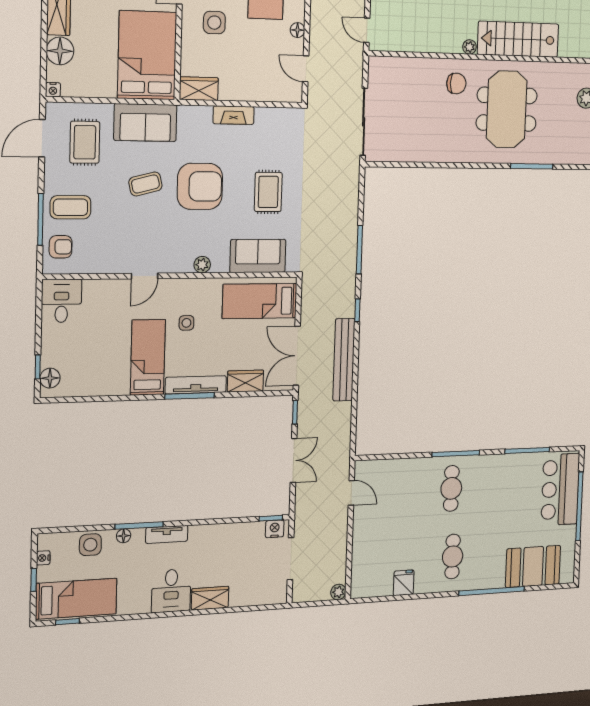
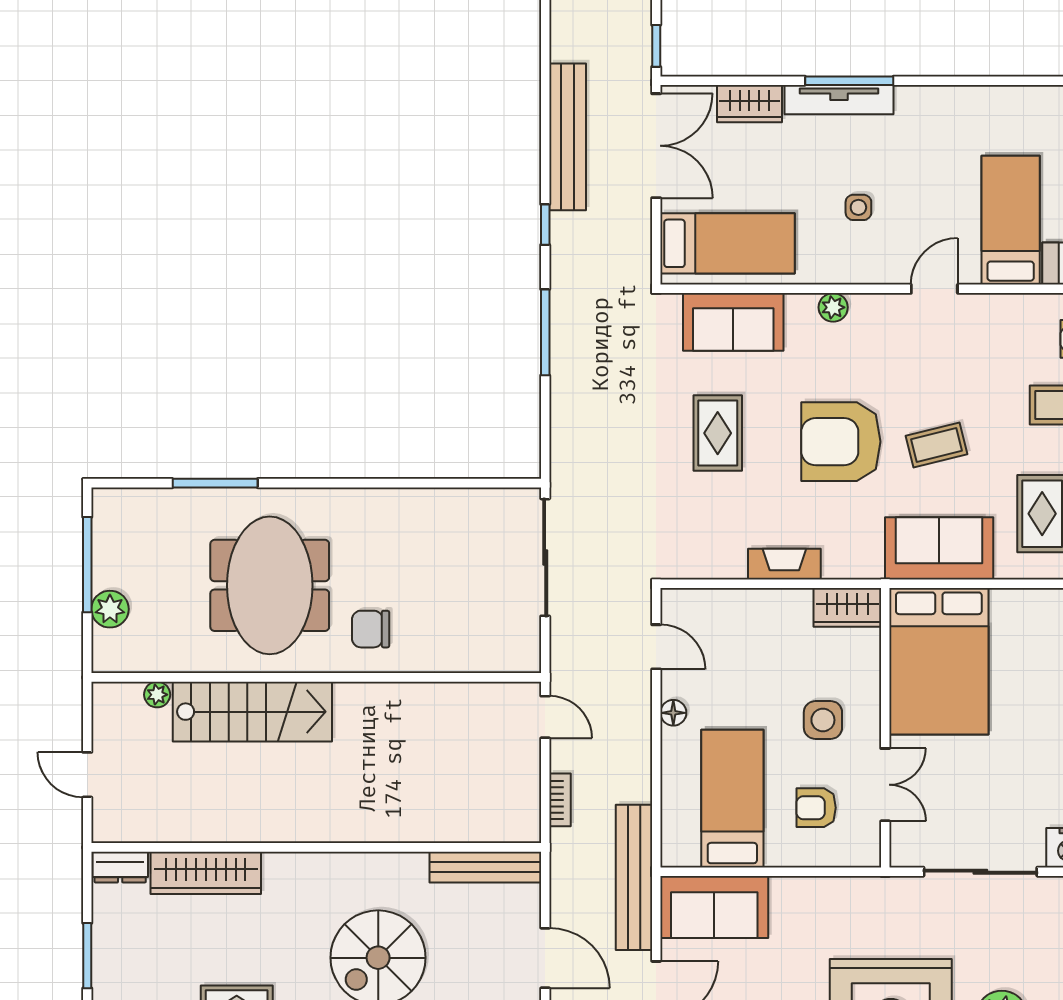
plant: (469, 47) -> (157, 695), moved
bed: (148, 357) -> (1011, 220), moved, turned 180

